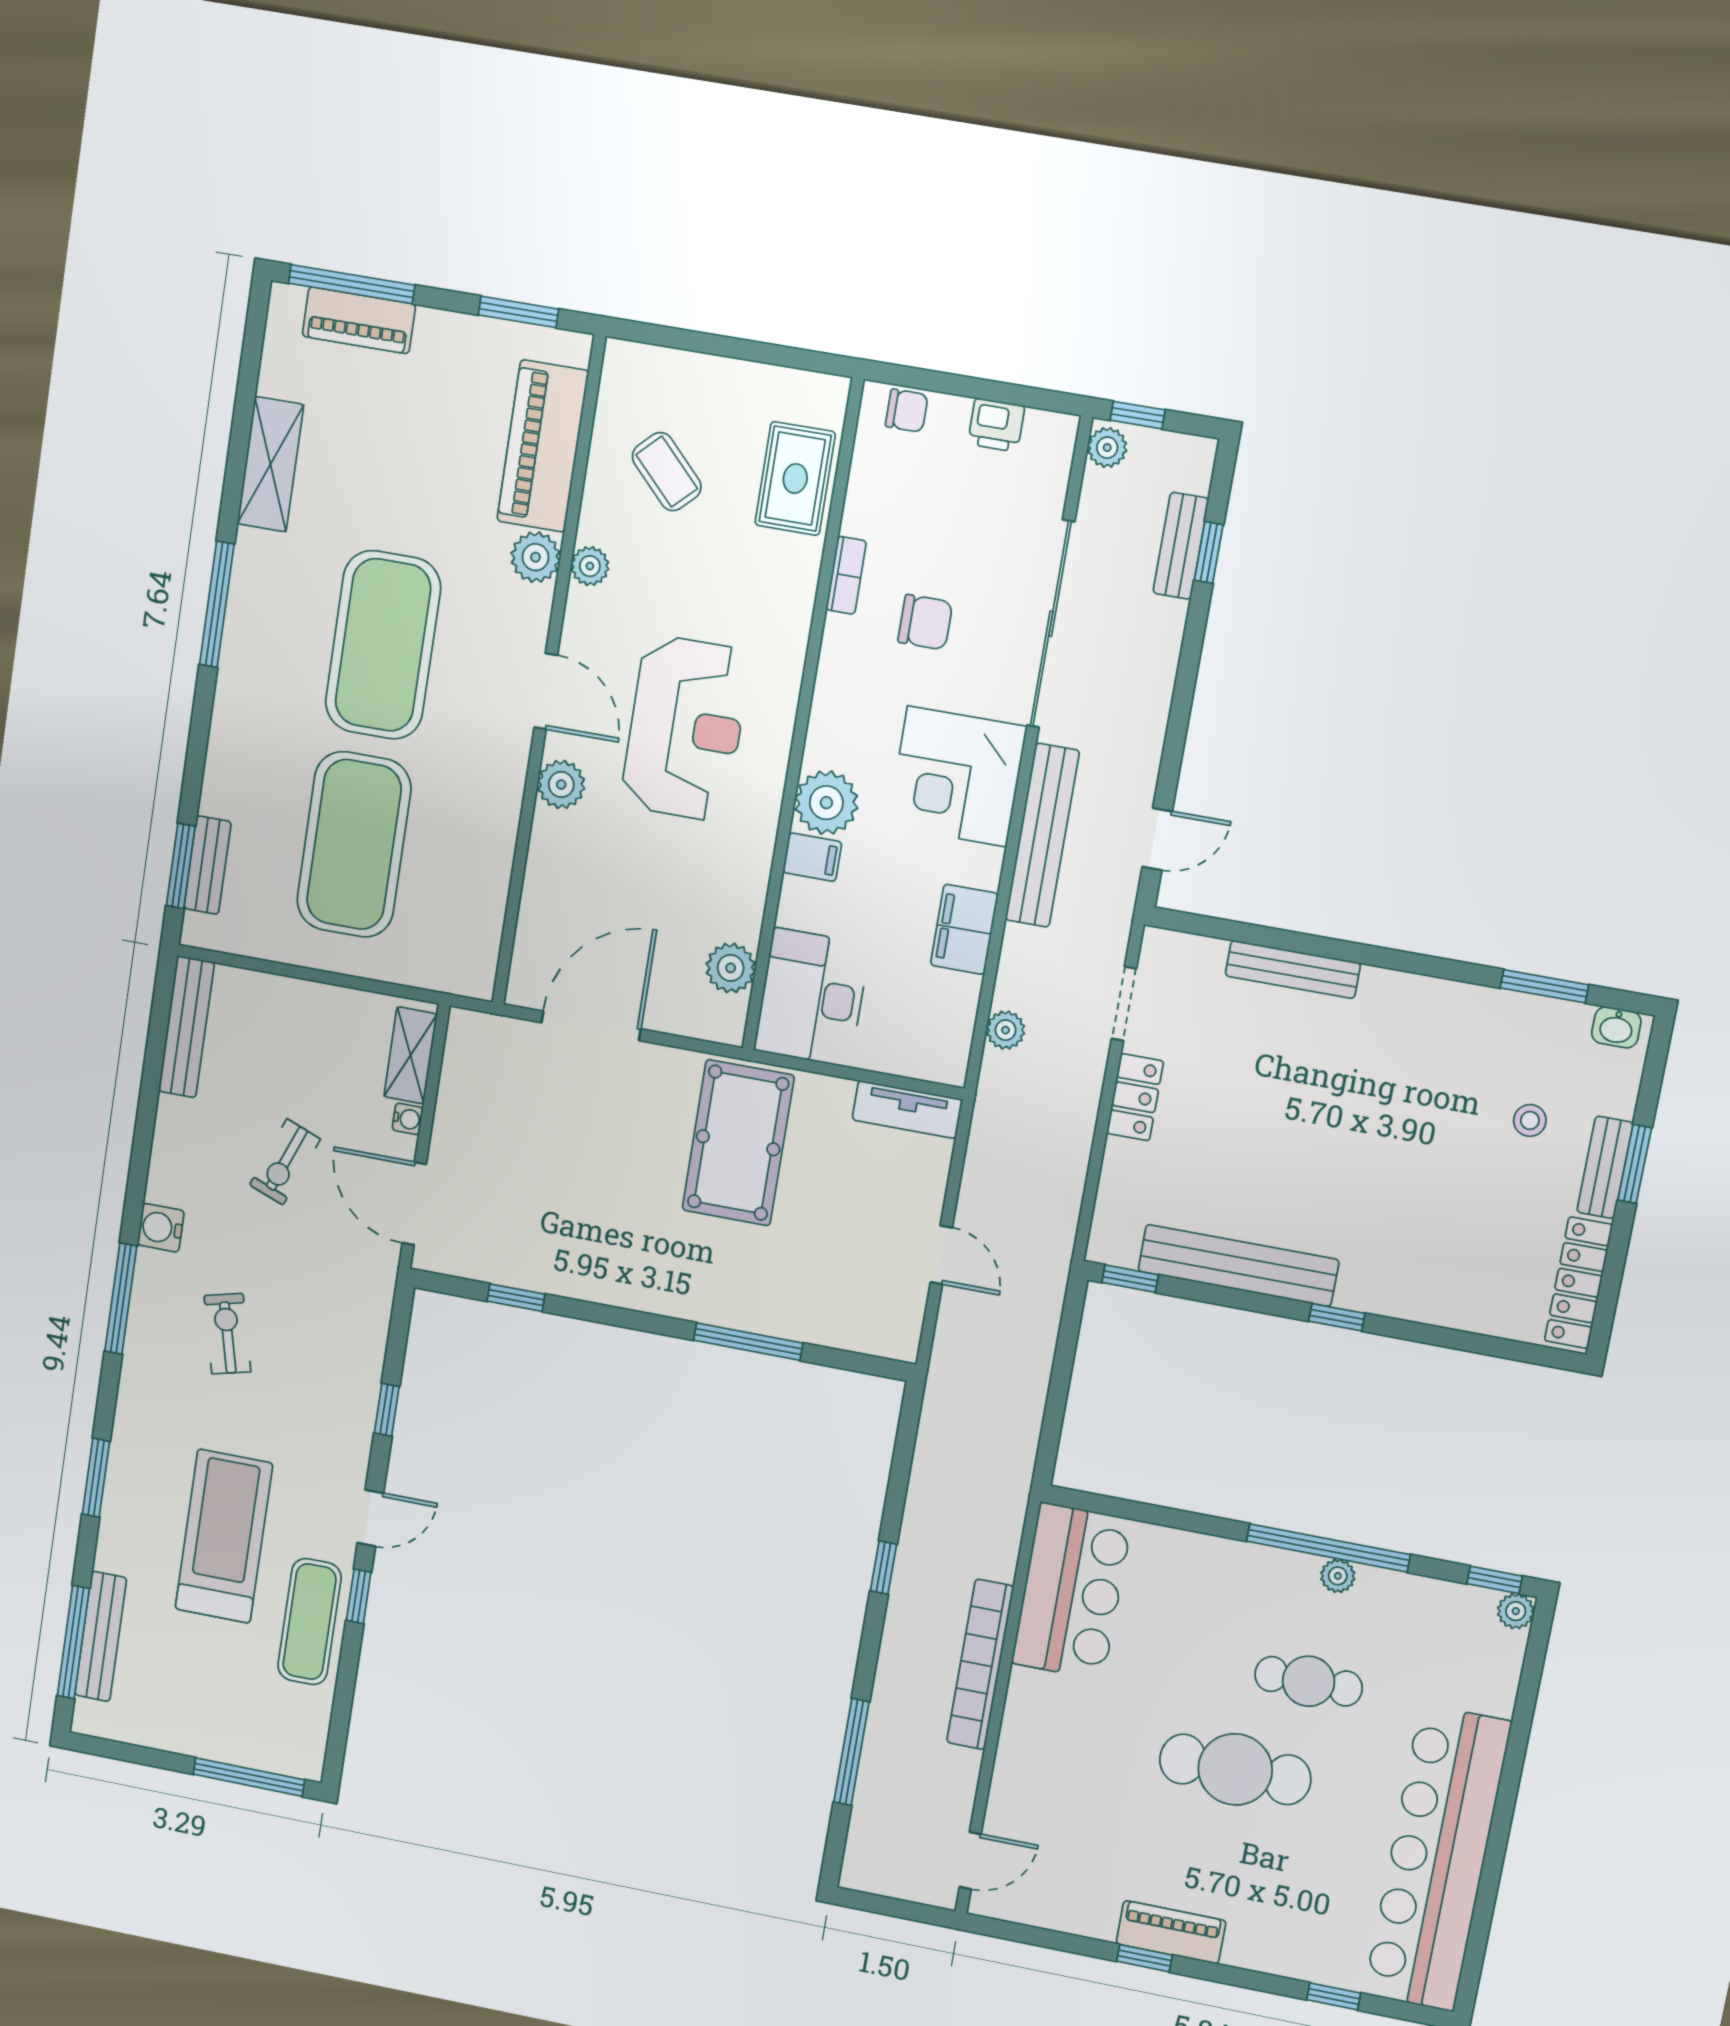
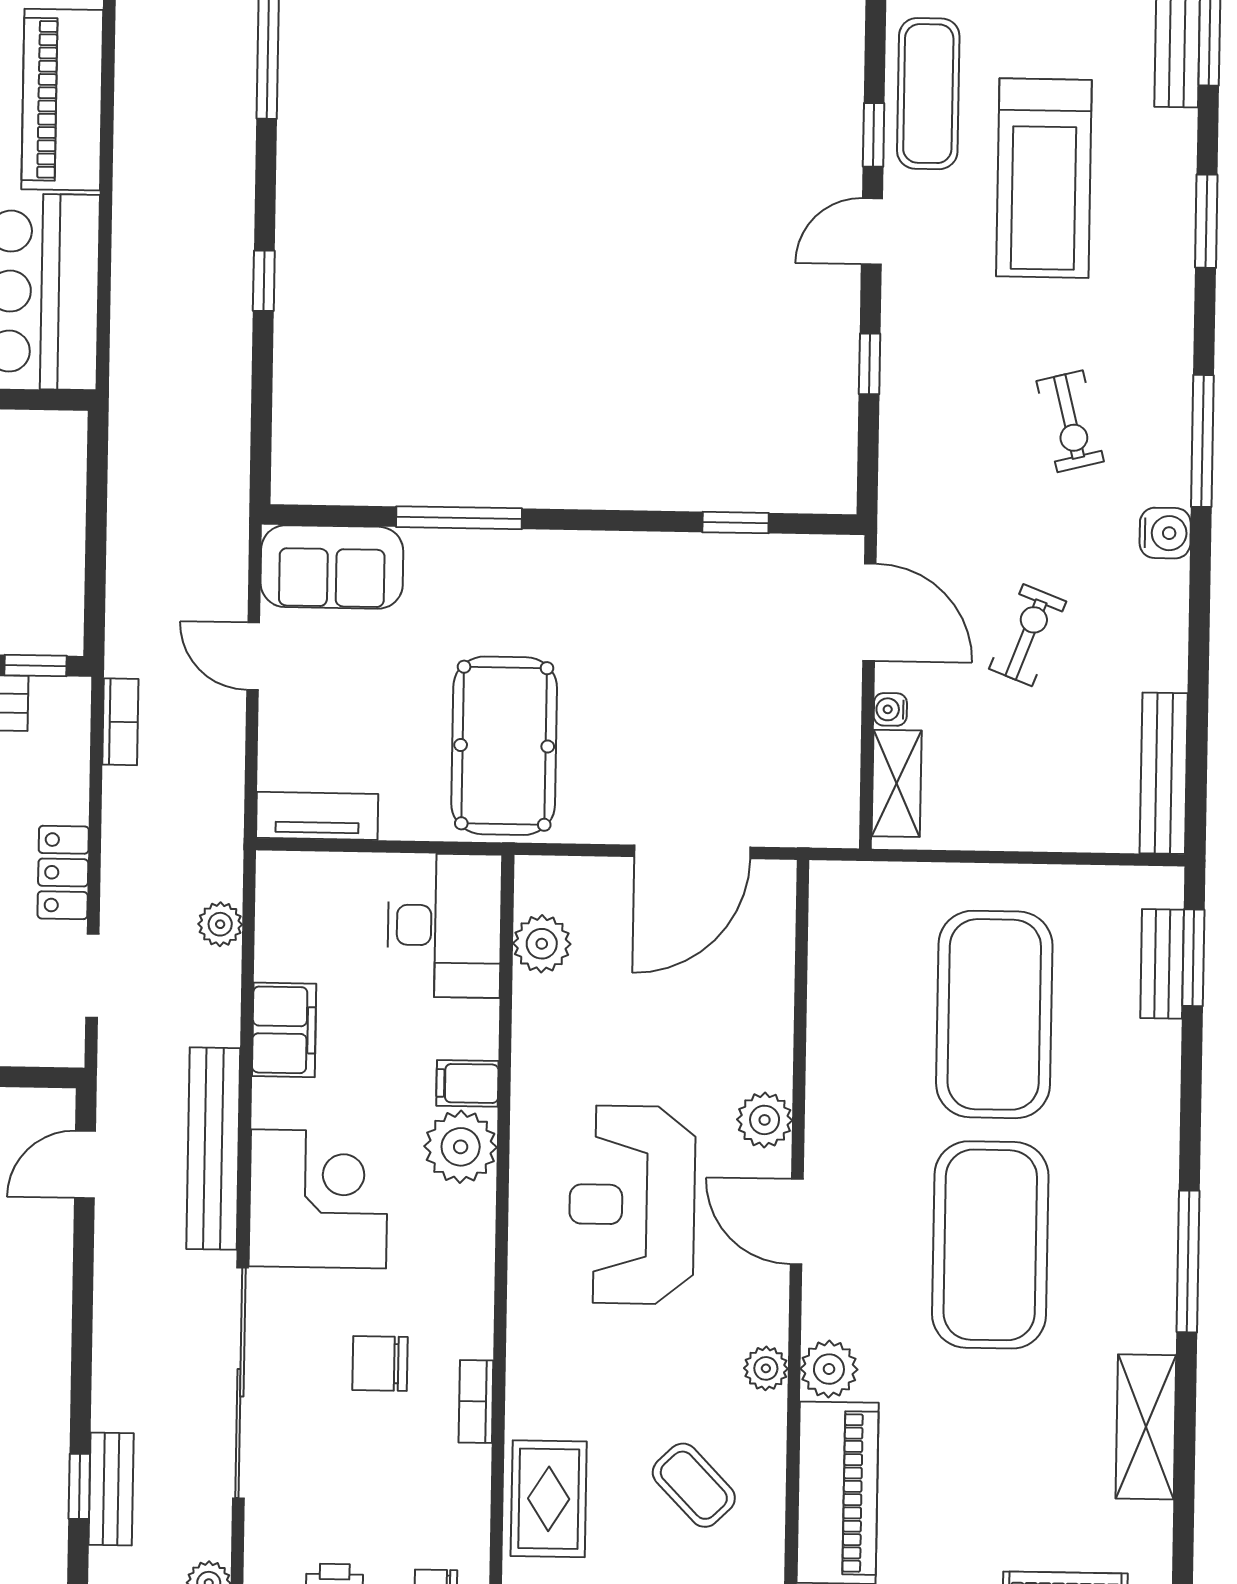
sofa: (862, 1319) -> (332, 567), added
bookcase: (980, 1664) -> (120, 722), moved, width x0.43, depth x0.76
piano: (1030, 1747) -> (62, 100), added

